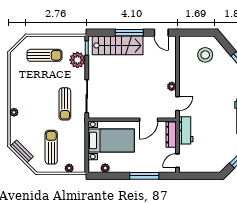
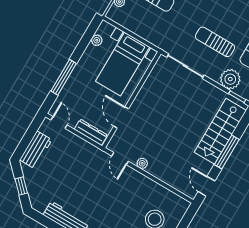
door: (161, 33) -> (206, 186), hinge flipped
sun lounger: (65, 104) -> (215, 42), moved
workbench: (186, 130) -> (36, 150), moved, turned -90

